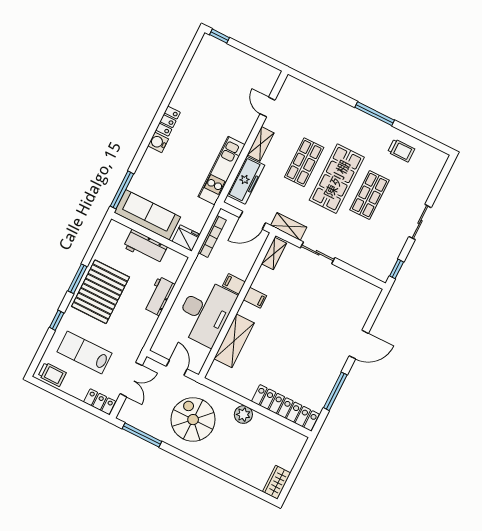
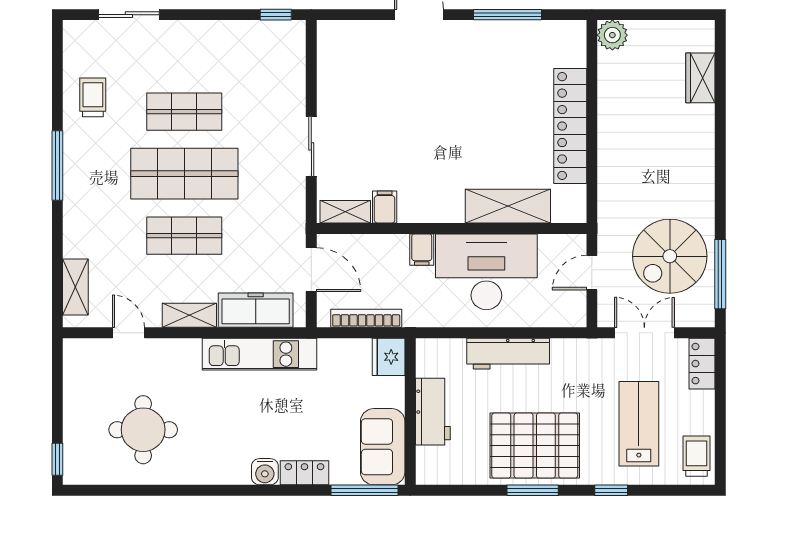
round table: (212, 89) -> (143, 430), added
door: (268, 107) -> (128, 333), swing flipped
locker: (168, 121) -> (304, 473), moved
sofa: (147, 215) -> (383, 447), width x0.73
sliding door: (420, 222) -> (129, 15), moved
shelving: (289, 226) -> (75, 287), moved
workbench: (159, 296) -> (508, 354), width x1.38
filing cabinet: (255, 298) -> (385, 207), moved
lab bench: (85, 352) -> (639, 424), turned 180
locker: (285, 408) -> (570, 126), moved
plant: (243, 415) -> (612, 35), moved
spiral stairs: (193, 420) -> (670, 256), moved
wardrobe: (277, 482) -> (700, 78), moved, turned 90

